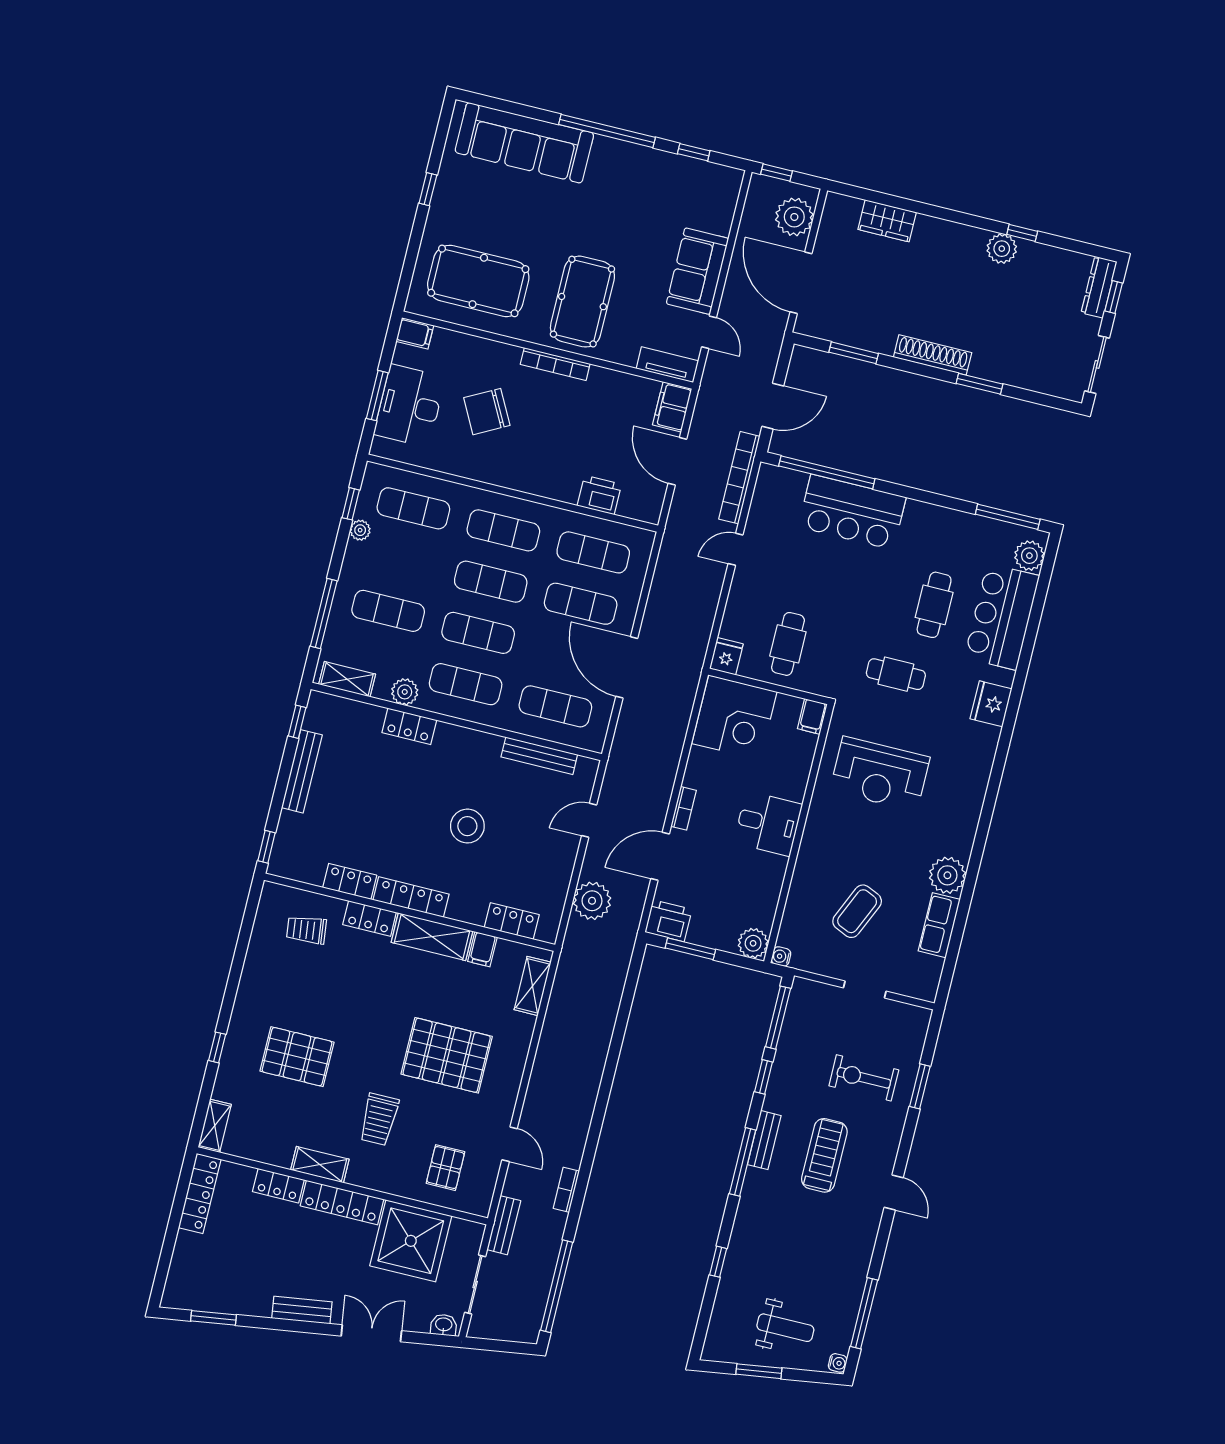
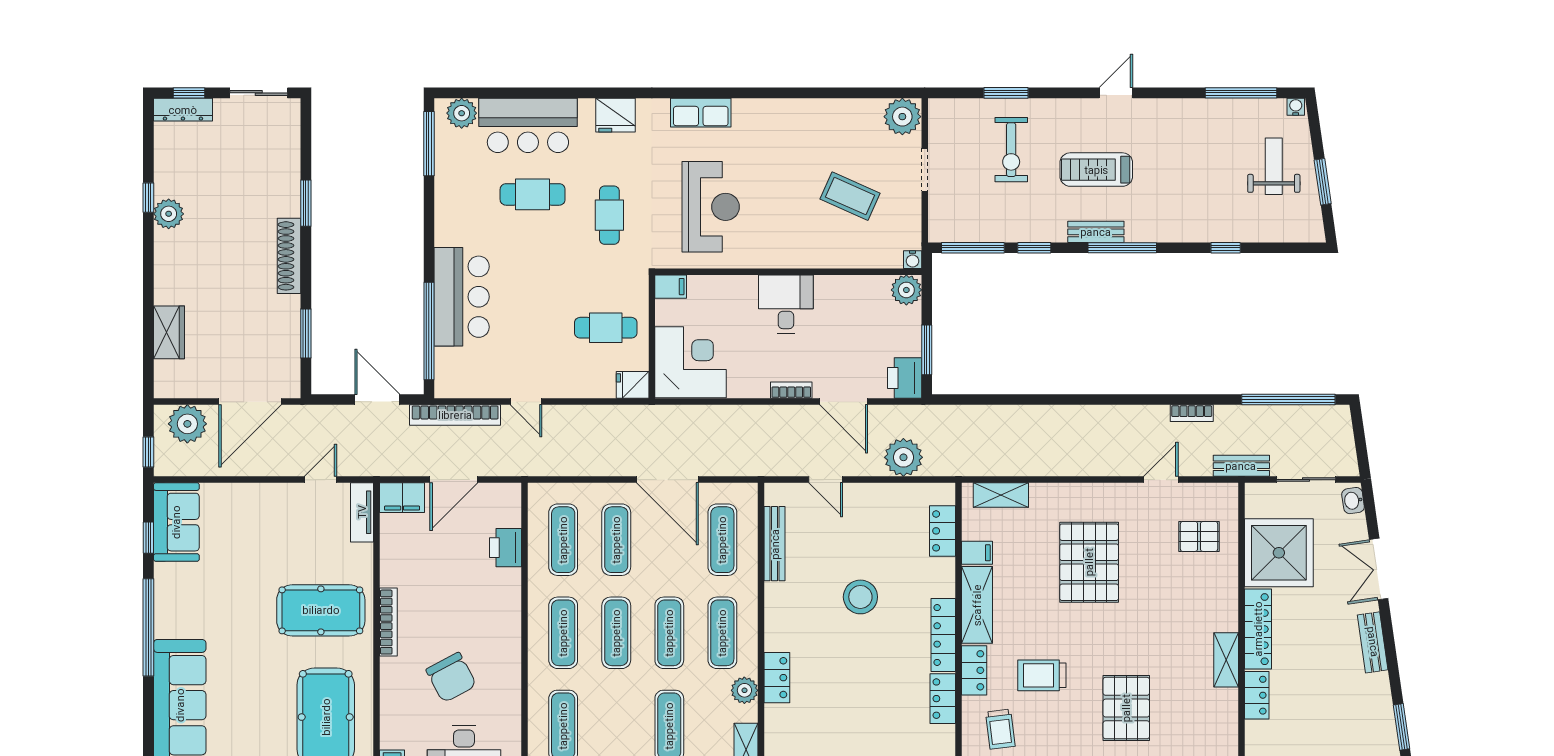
sofa: (697, 271) -> (176, 522), moved, turned -90
door: (627, 667) -> (667, 480), hinge flipped
plant: (947, 875) -> (902, 117), moved
row of seats: (939, 925) -> (701, 113), moved
trolley: (379, 1119) -> (1042, 675), moved, turned 180

